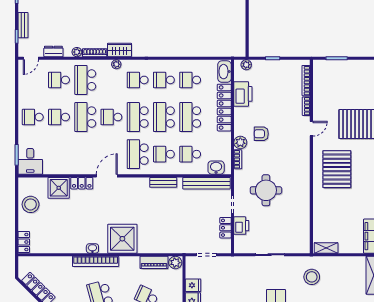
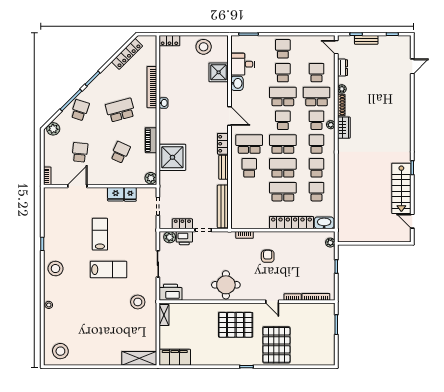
printer: (243, 94) -> (171, 292), moved, turned 180
plant: (240, 142) -> (170, 237), moved
school desk: (190, 154) -> (317, 120), moved
desk: (30, 161) -> (243, 64), moved
washbasin: (216, 168) -> (237, 83), moved
locker: (82, 183) -> (223, 144), moved
round table: (266, 190) -> (226, 285), moved
shower: (122, 239) -> (172, 157), moved
bookcase: (96, 261) -> (152, 87), moved
piano: (154, 262) -> (151, 140), moved

